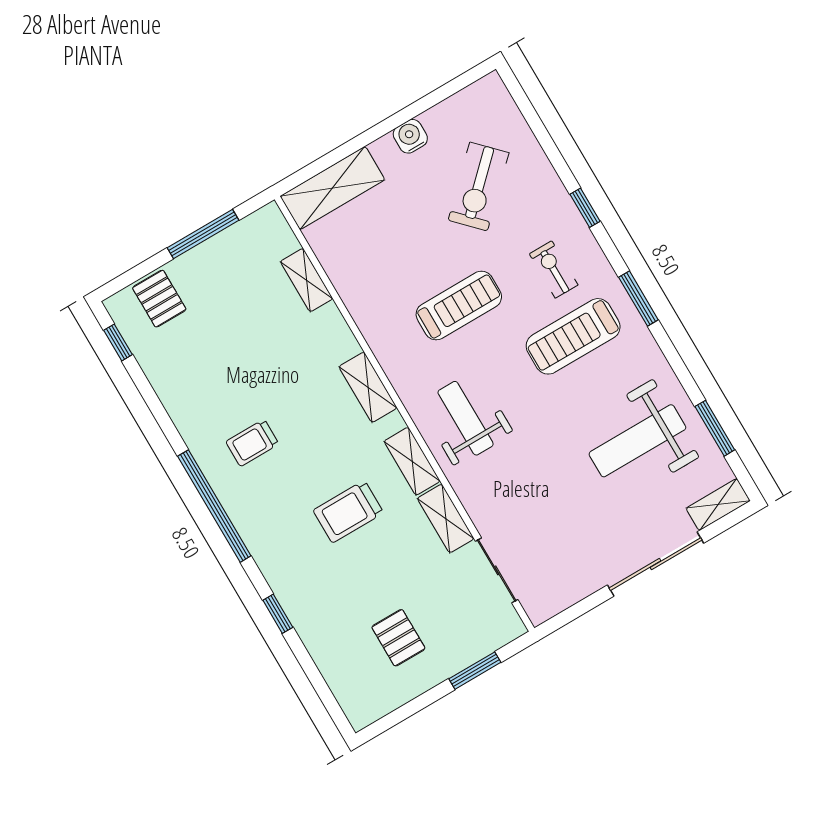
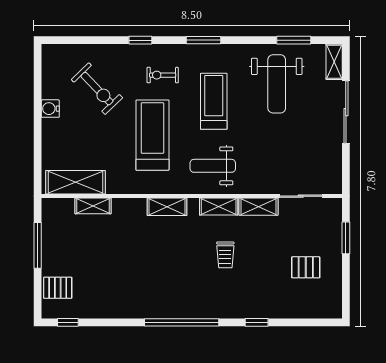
shelving: (332, 188) -> (75, 182), moved, turned 90
treadmill: (459, 306) -> (152, 135), width x1.37, depth x1.38
treadmill: (573, 336) -> (214, 101), moved, turned 180
trolley: (252, 443) -> (161, 284), removed
trolley: (348, 512) -> (225, 255), width x0.73, depth x0.72

